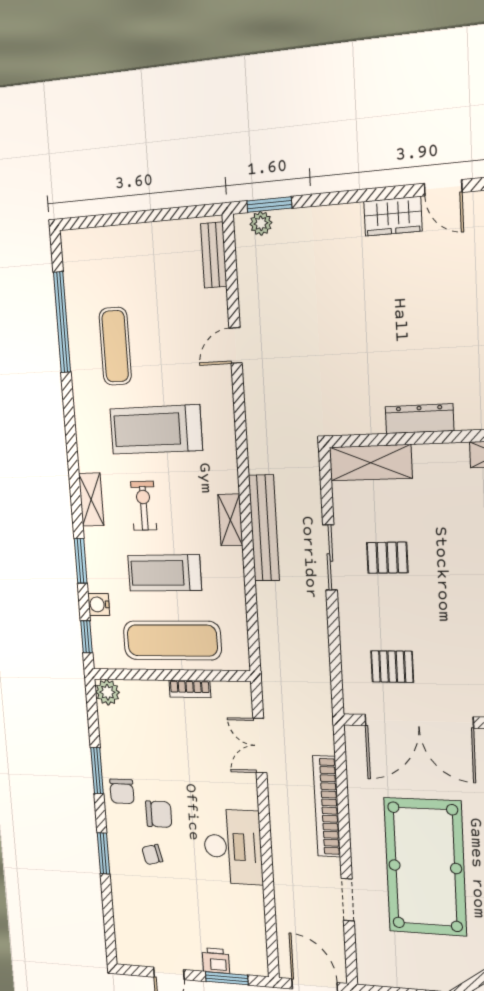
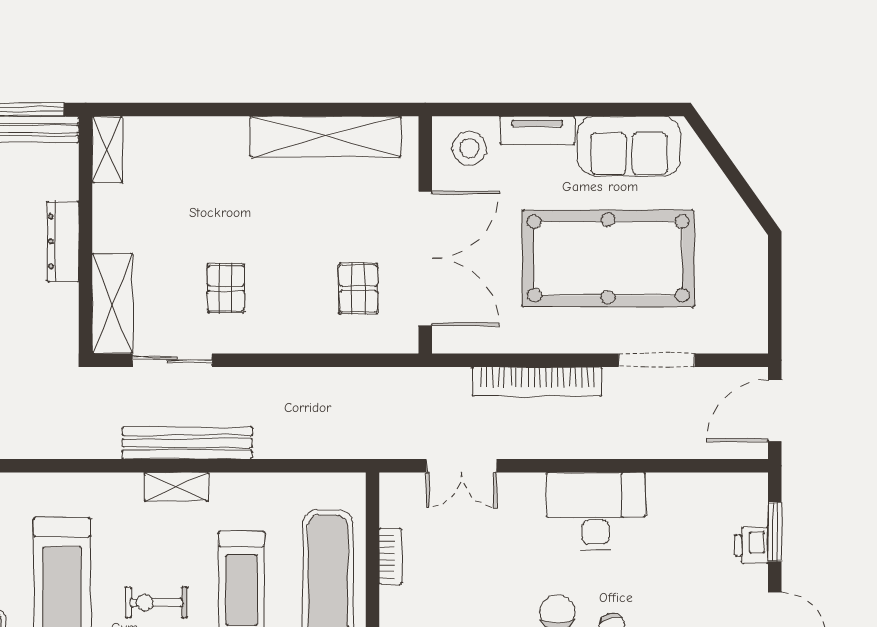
sliding door: (330, 558) -> (172, 360), moved
doorway: (348, 900) -> (657, 360), width x1.38

